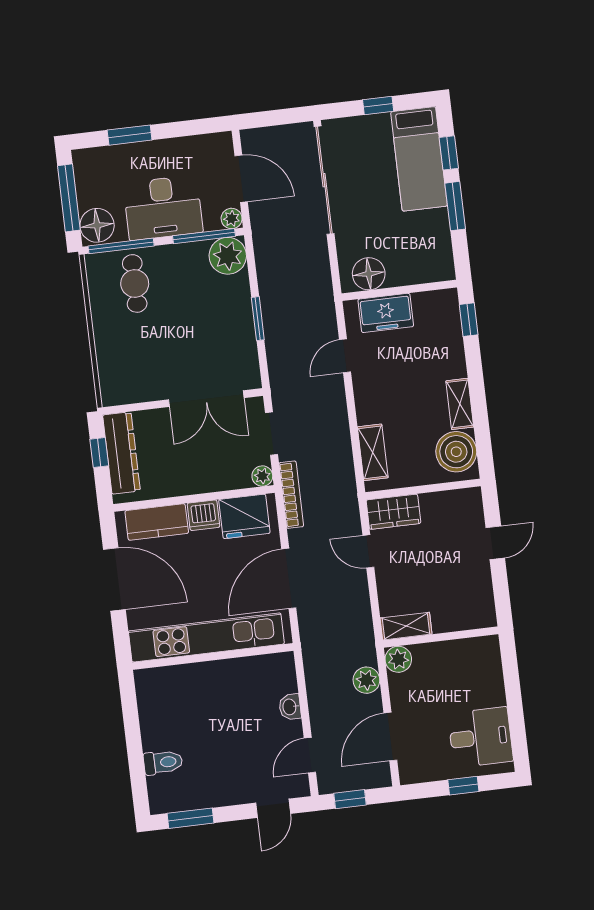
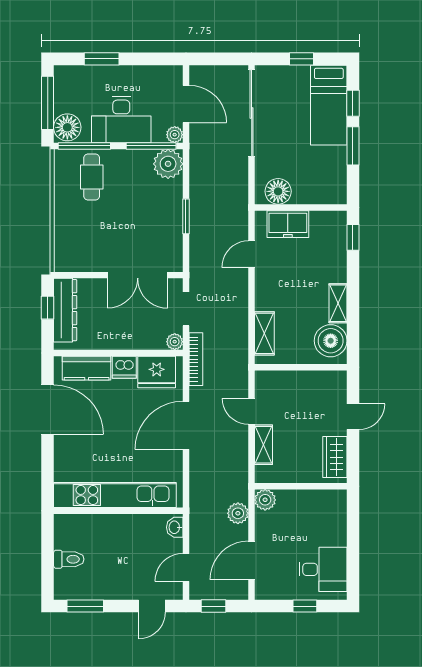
wardrobe: (393, 512) -> (335, 457), moved, turned 90
shelving: (406, 626) -> (264, 445), moved, turned 90
kitchen unit: (206, 637) -> (115, 495), moved
wall: (213, 656) -> (118, 511), moved

